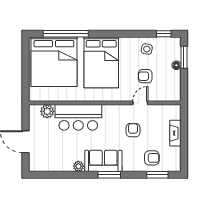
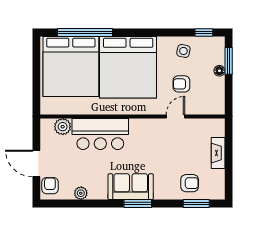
bed: (101, 62) -> (128, 67), width x1.36
armchair: (133, 130) -> (50, 186), moved
plant: (78, 166) -> (81, 193), moved

